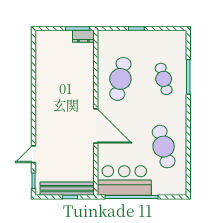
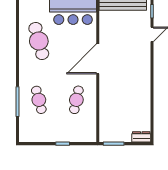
dresser: (83, 36) -> (141, 137), moved
cafe table: (120, 79) -> (76, 100), width x0.73, depth x0.74
door: (96, 126) -> (98, 59), hinge flipped

